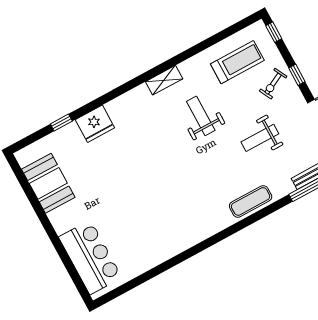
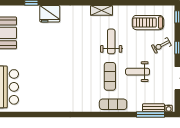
treadmill: (237, 62) -> (148, 23), turned 180
exercise mat: (225, 165) -> (110, 76), added

